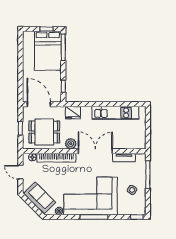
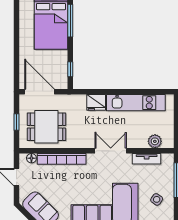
fridge: (73, 113) -> (96, 102), moved
plant: (71, 144) -> (155, 141), moved
double door: (95, 151) -> (111, 151), width x0.73

